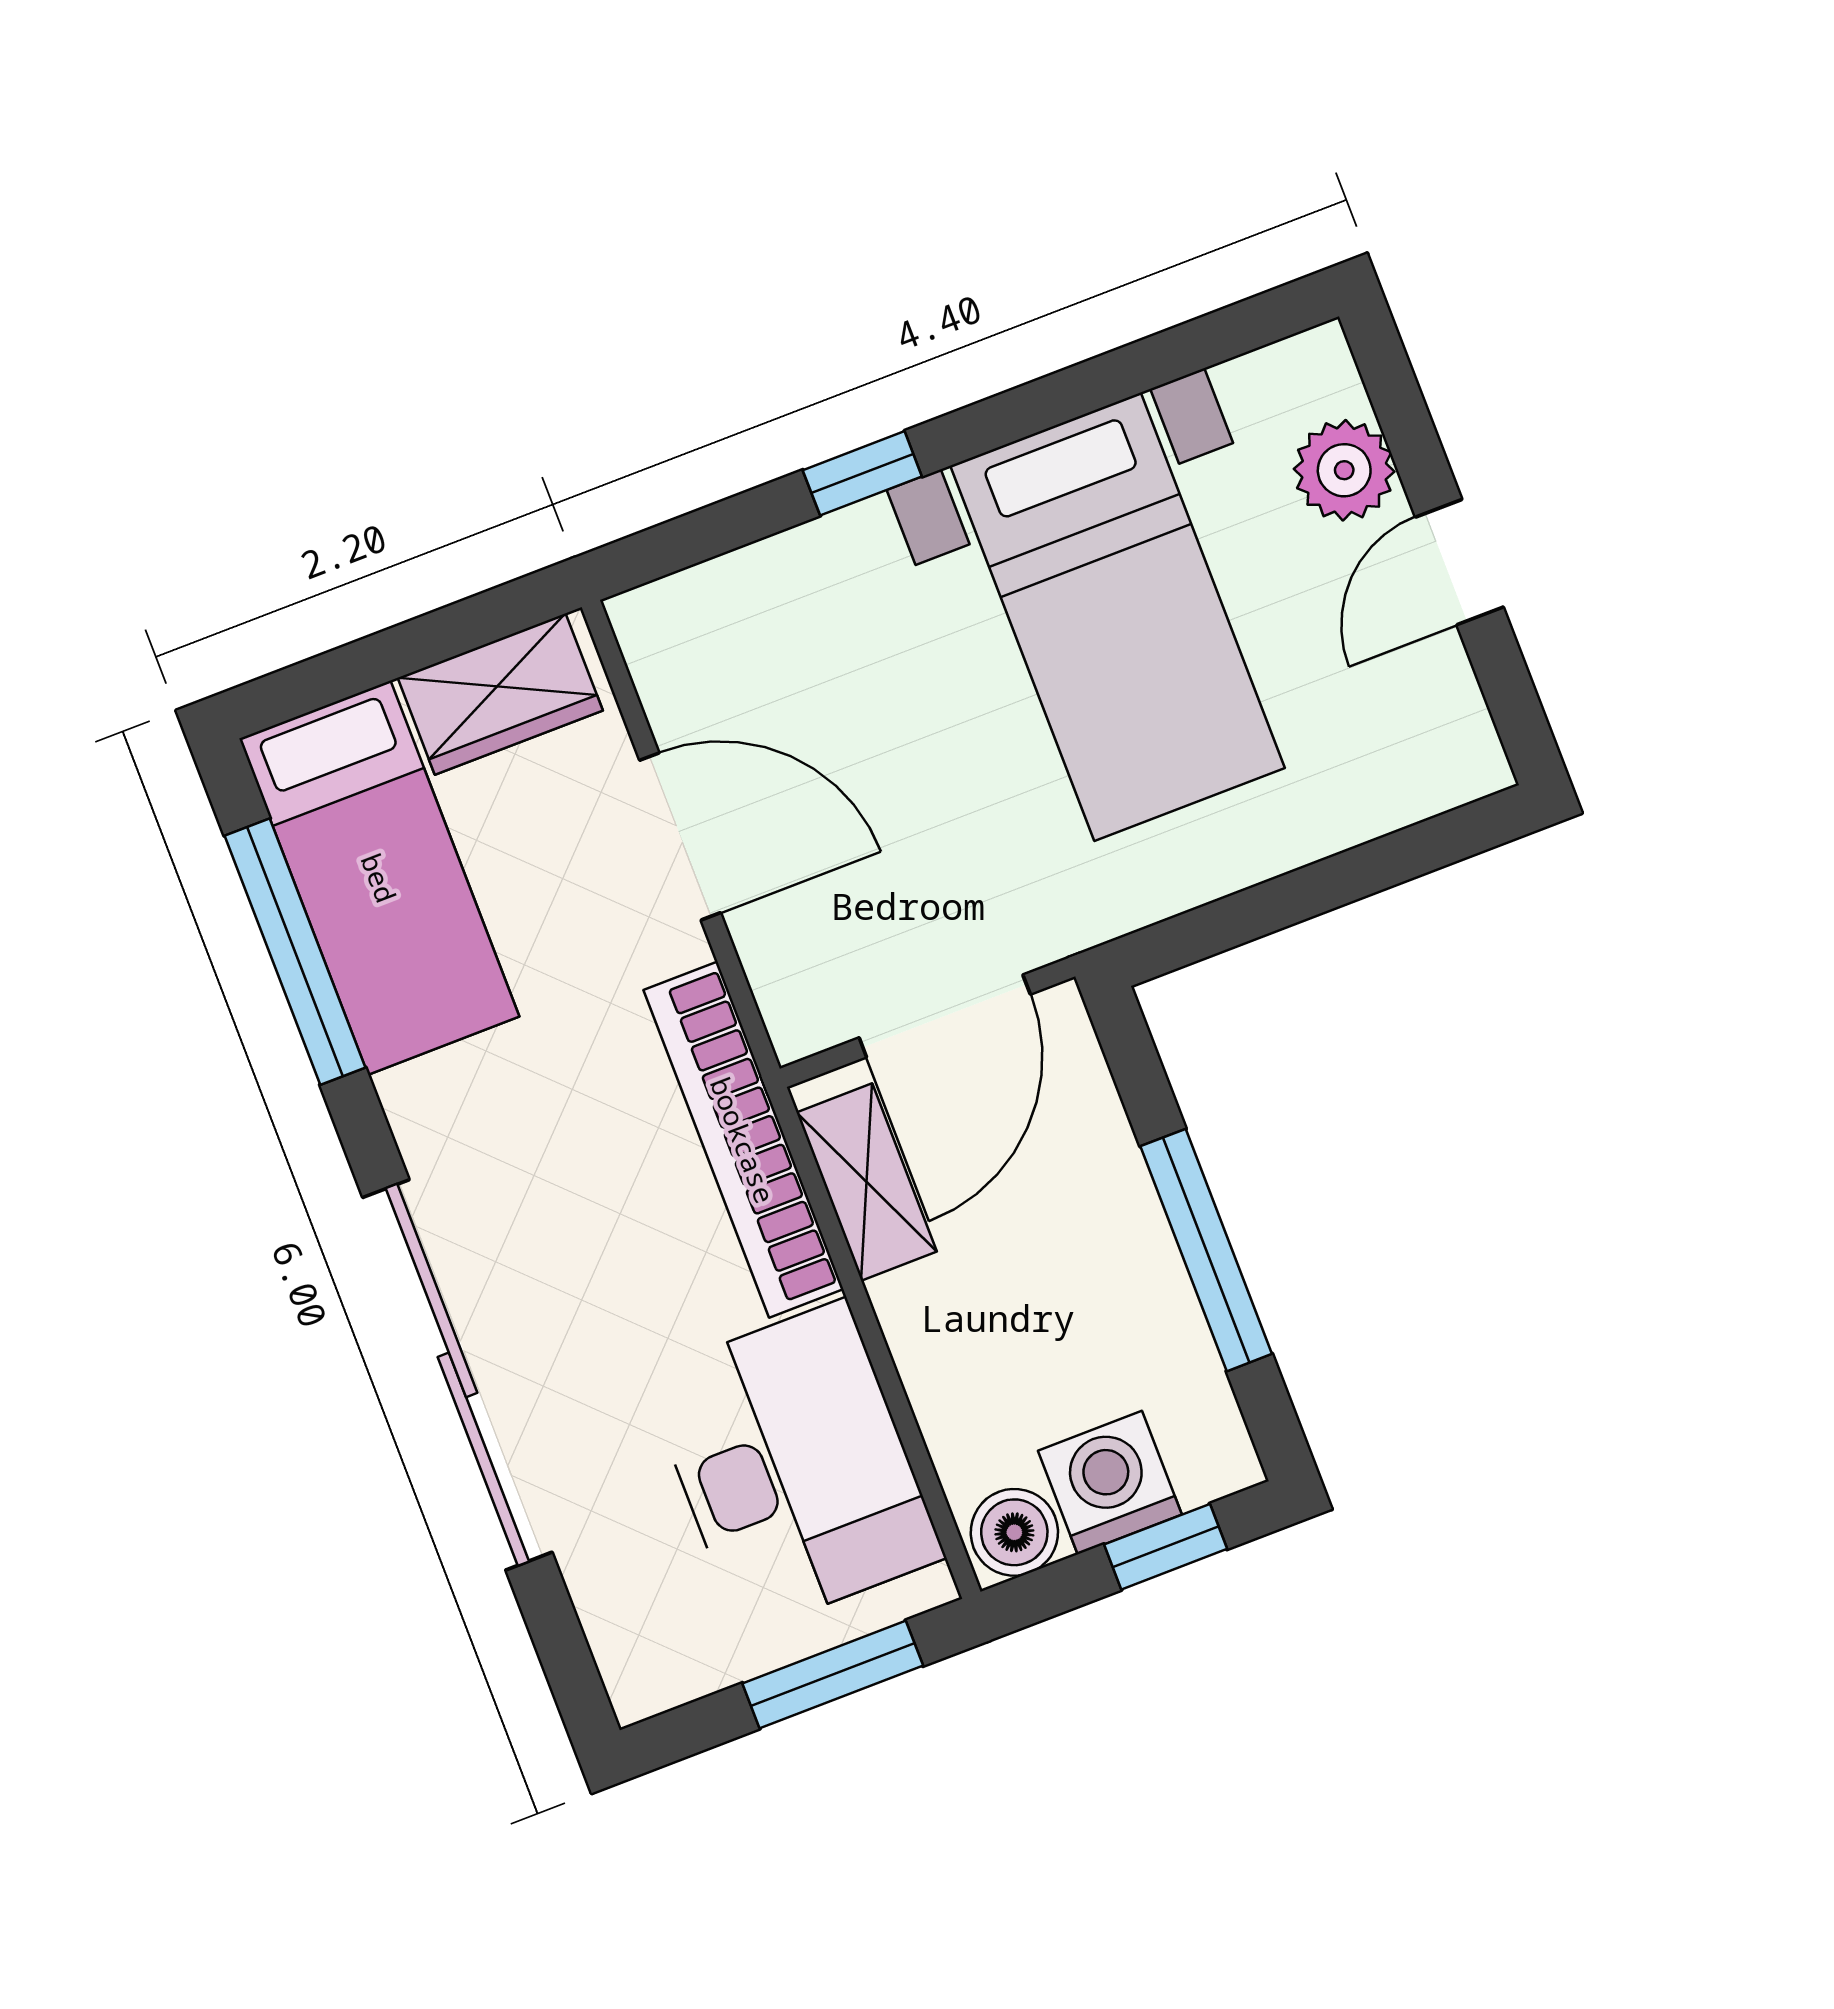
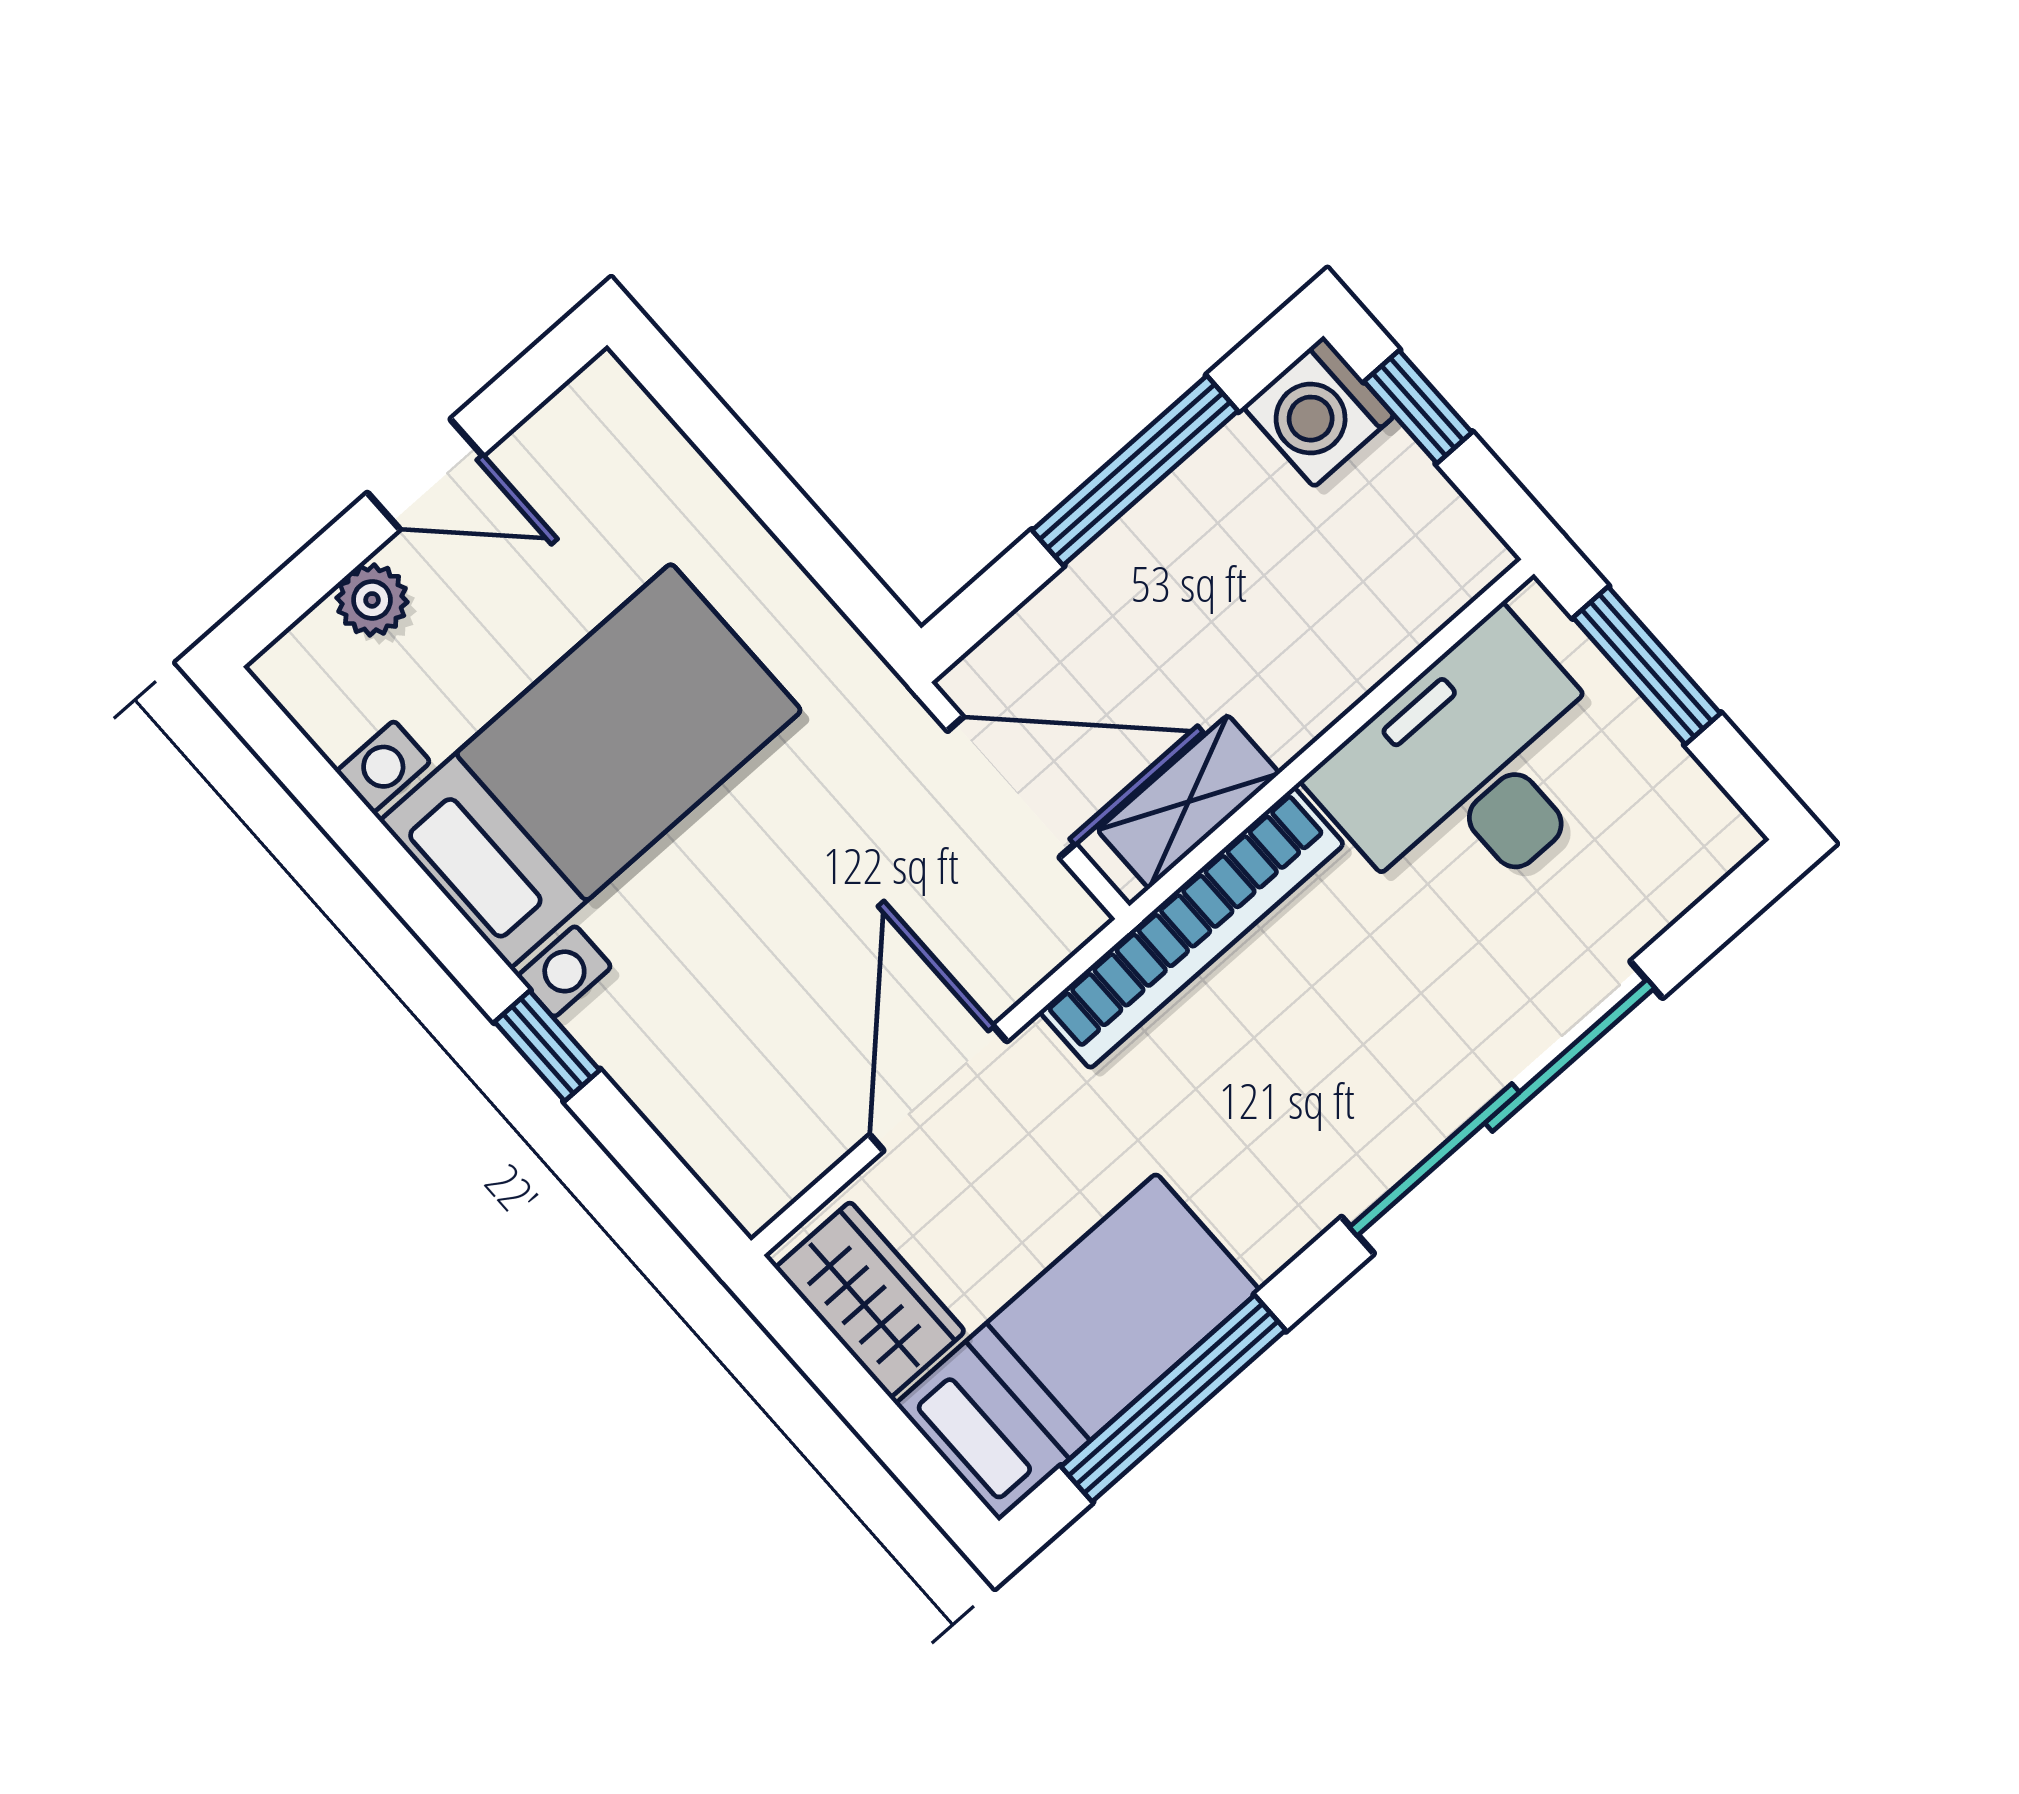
plant: (1344, 470) -> (372, 600), width x0.73, depth x0.73
washing machine: (1110, 1483) -> (1319, 411), moved
boiler: (1014, 1532) -> (1456, 549), removed

